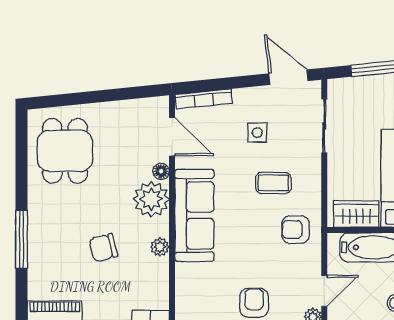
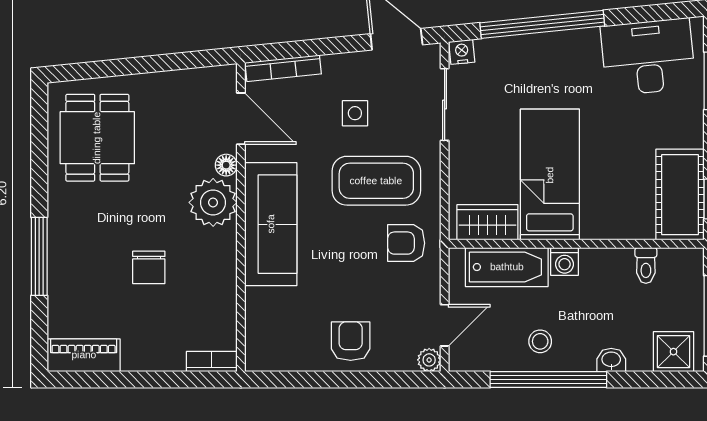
nightstand: (337, 87) -> (462, 52), added
coffee table: (273, 183) -> (376, 181), width x1.86, depth x1.72
plant: (160, 247) -> (224, 266), removed
chair: (103, 248) -> (149, 267), turned -76

